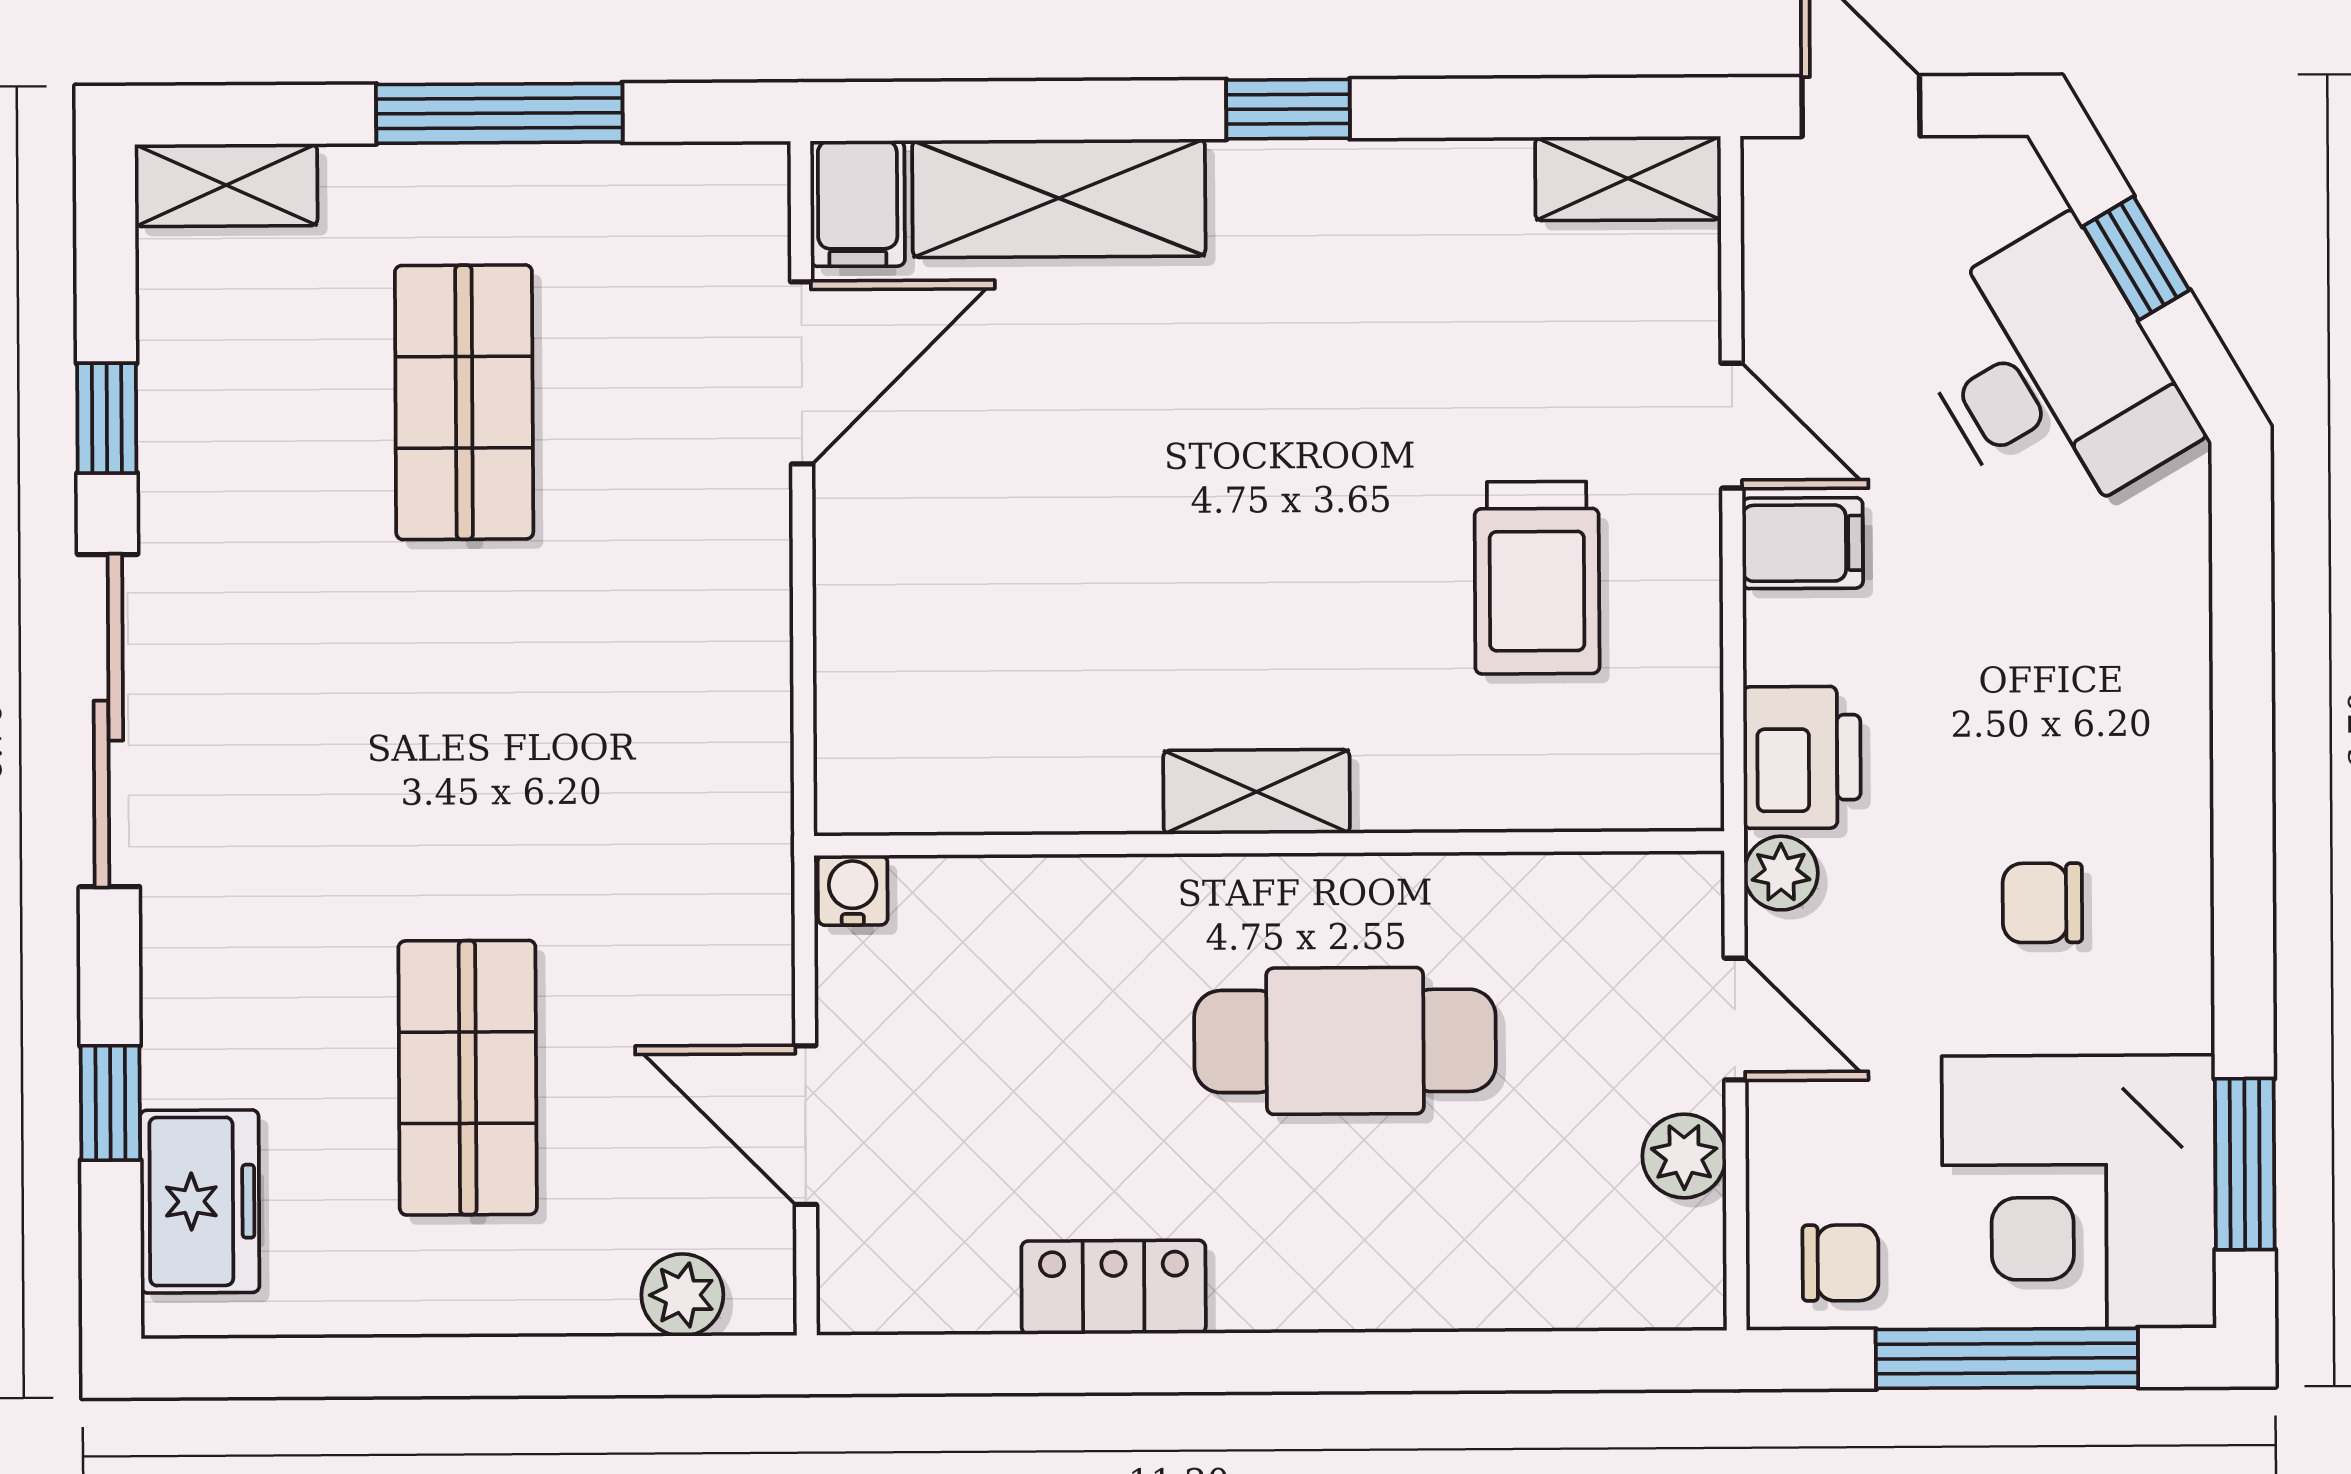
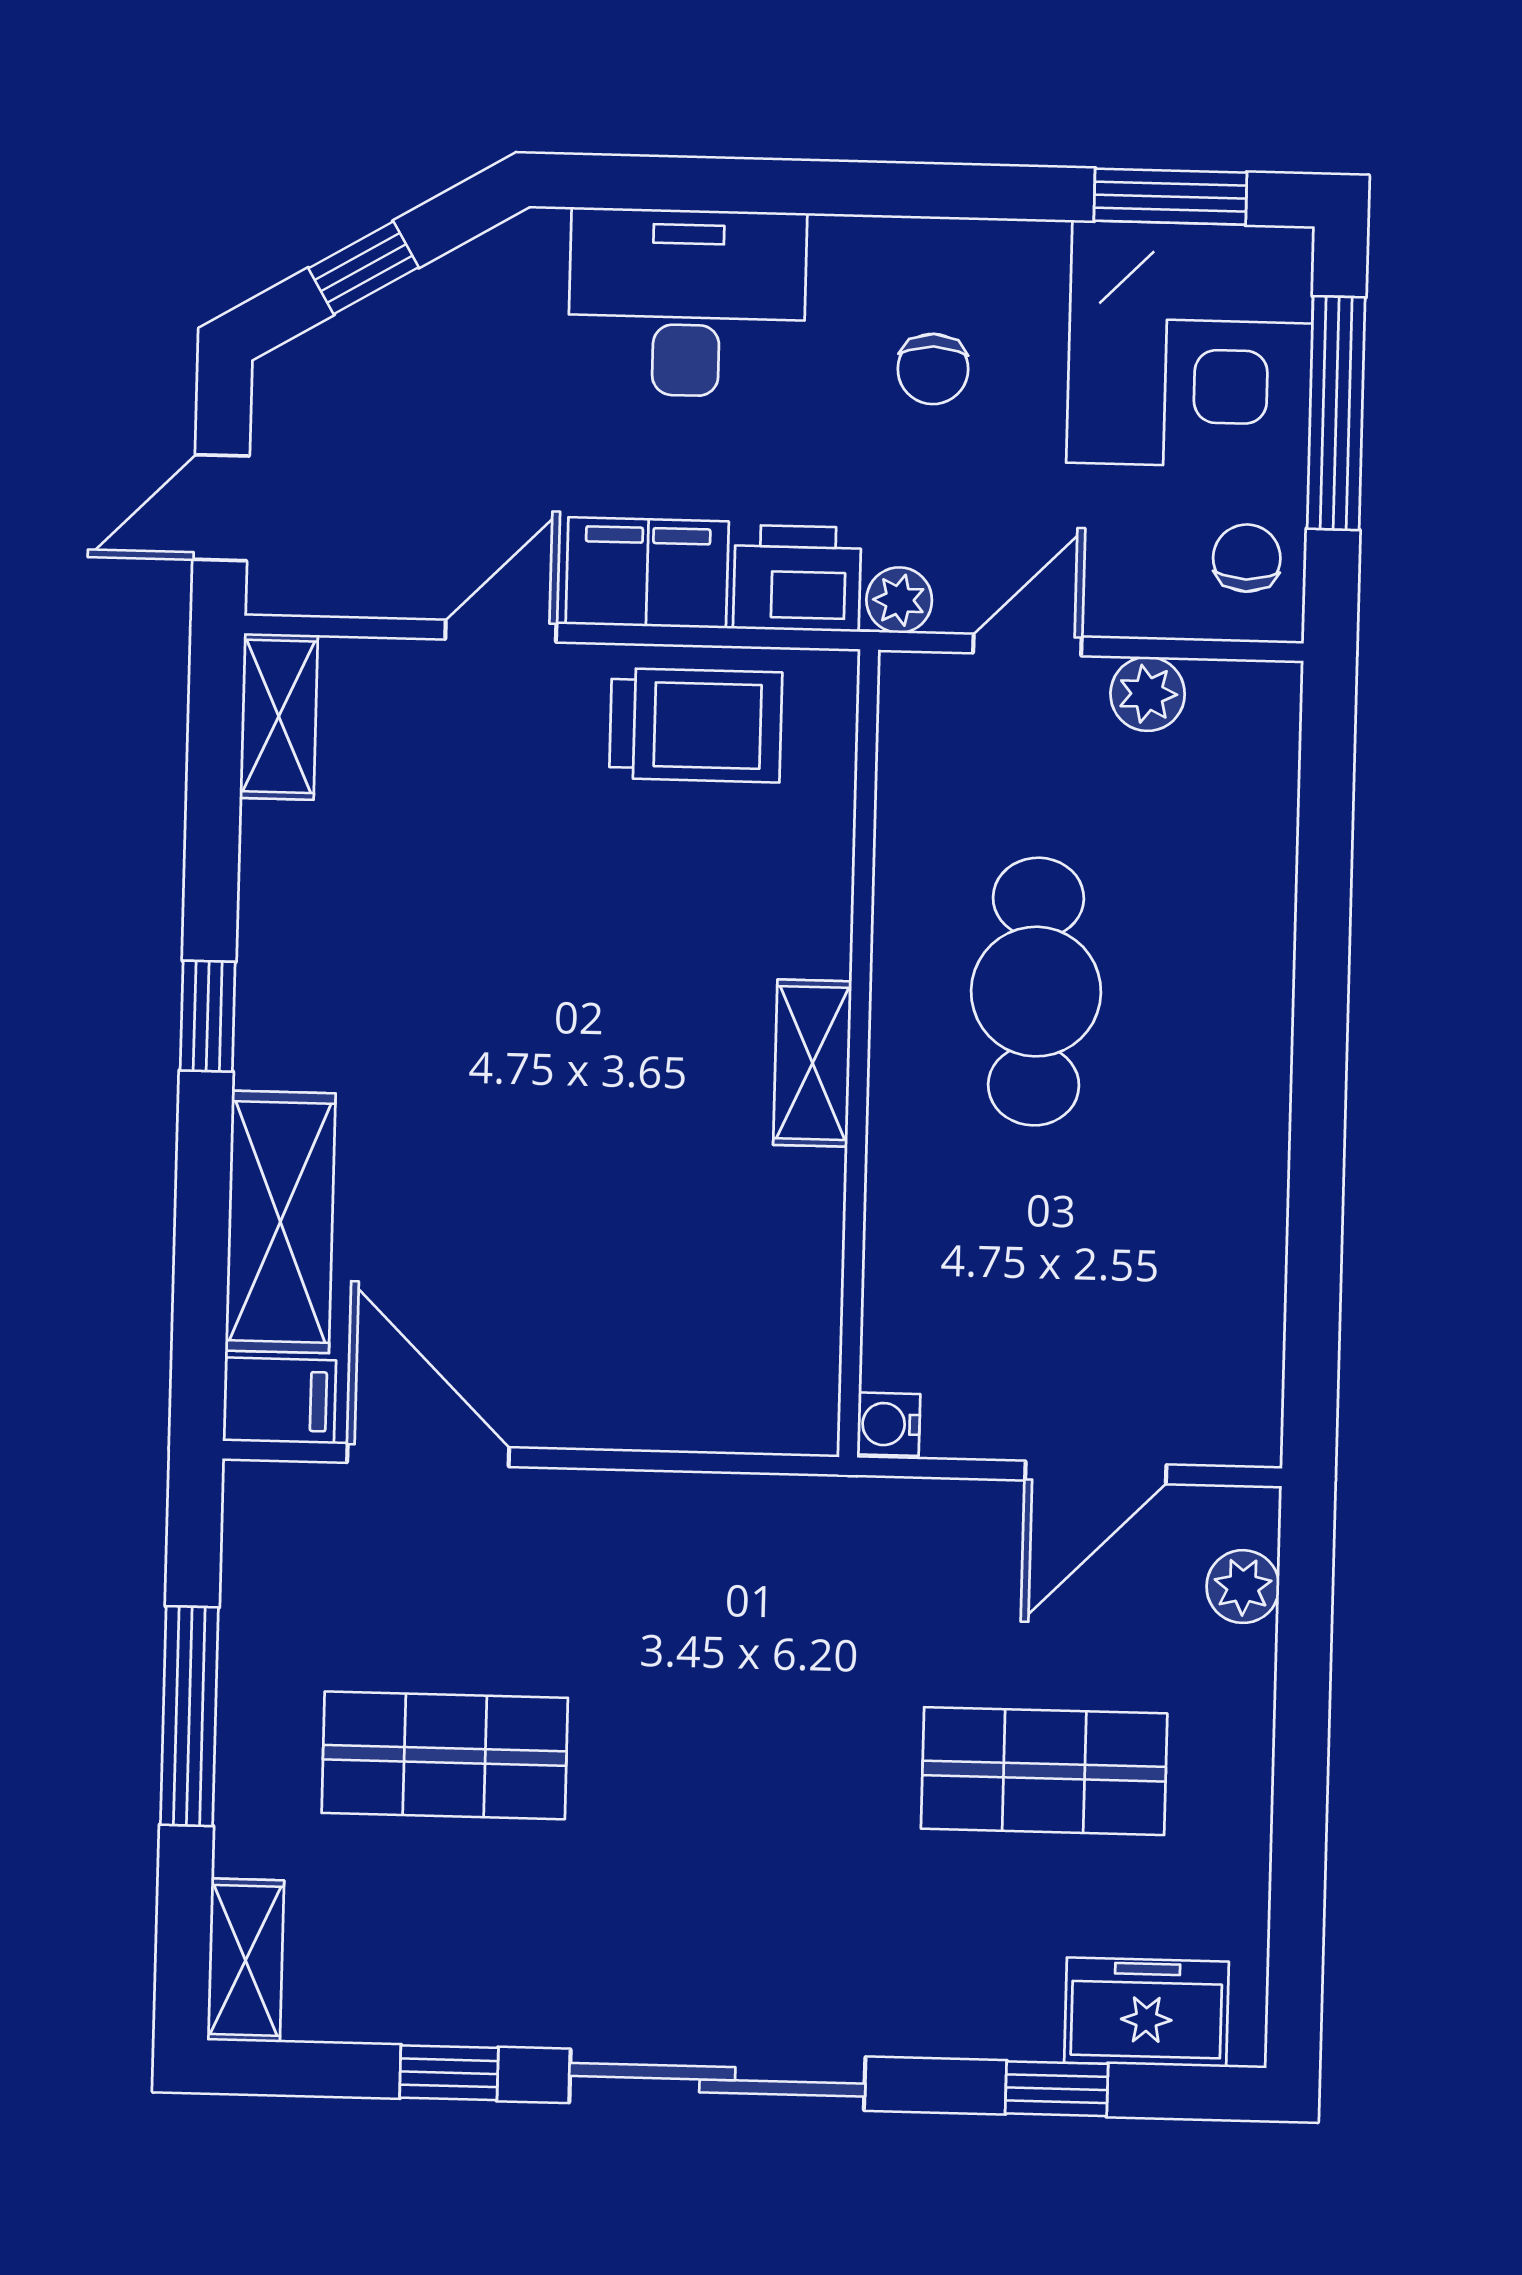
desk: (2050, 375) -> (687, 303), moved, turned 30
filing cabinet: (1803, 543) -> (647, 573), width x2.00
trolley: (1537, 578) -> (696, 725), moved
locker: (1114, 1287) -> (1248, 1204), removed

